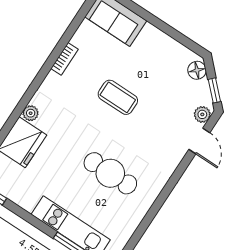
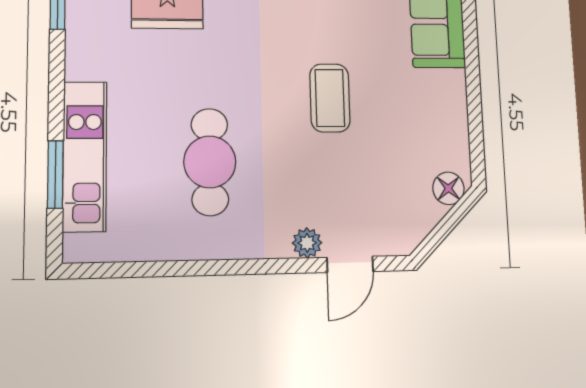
window: (214, 90) -> (438, 235), removed
plant: (202, 114) -> (307, 243), moved

